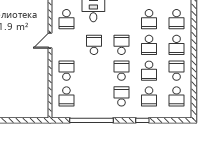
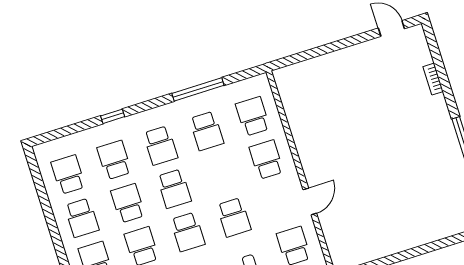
school desk: (66, 71) -> (266, 160), turned 180
school desk: (94, 96) -> (207, 131), added
window: (92, 120) -> (198, 89), width x0.68

